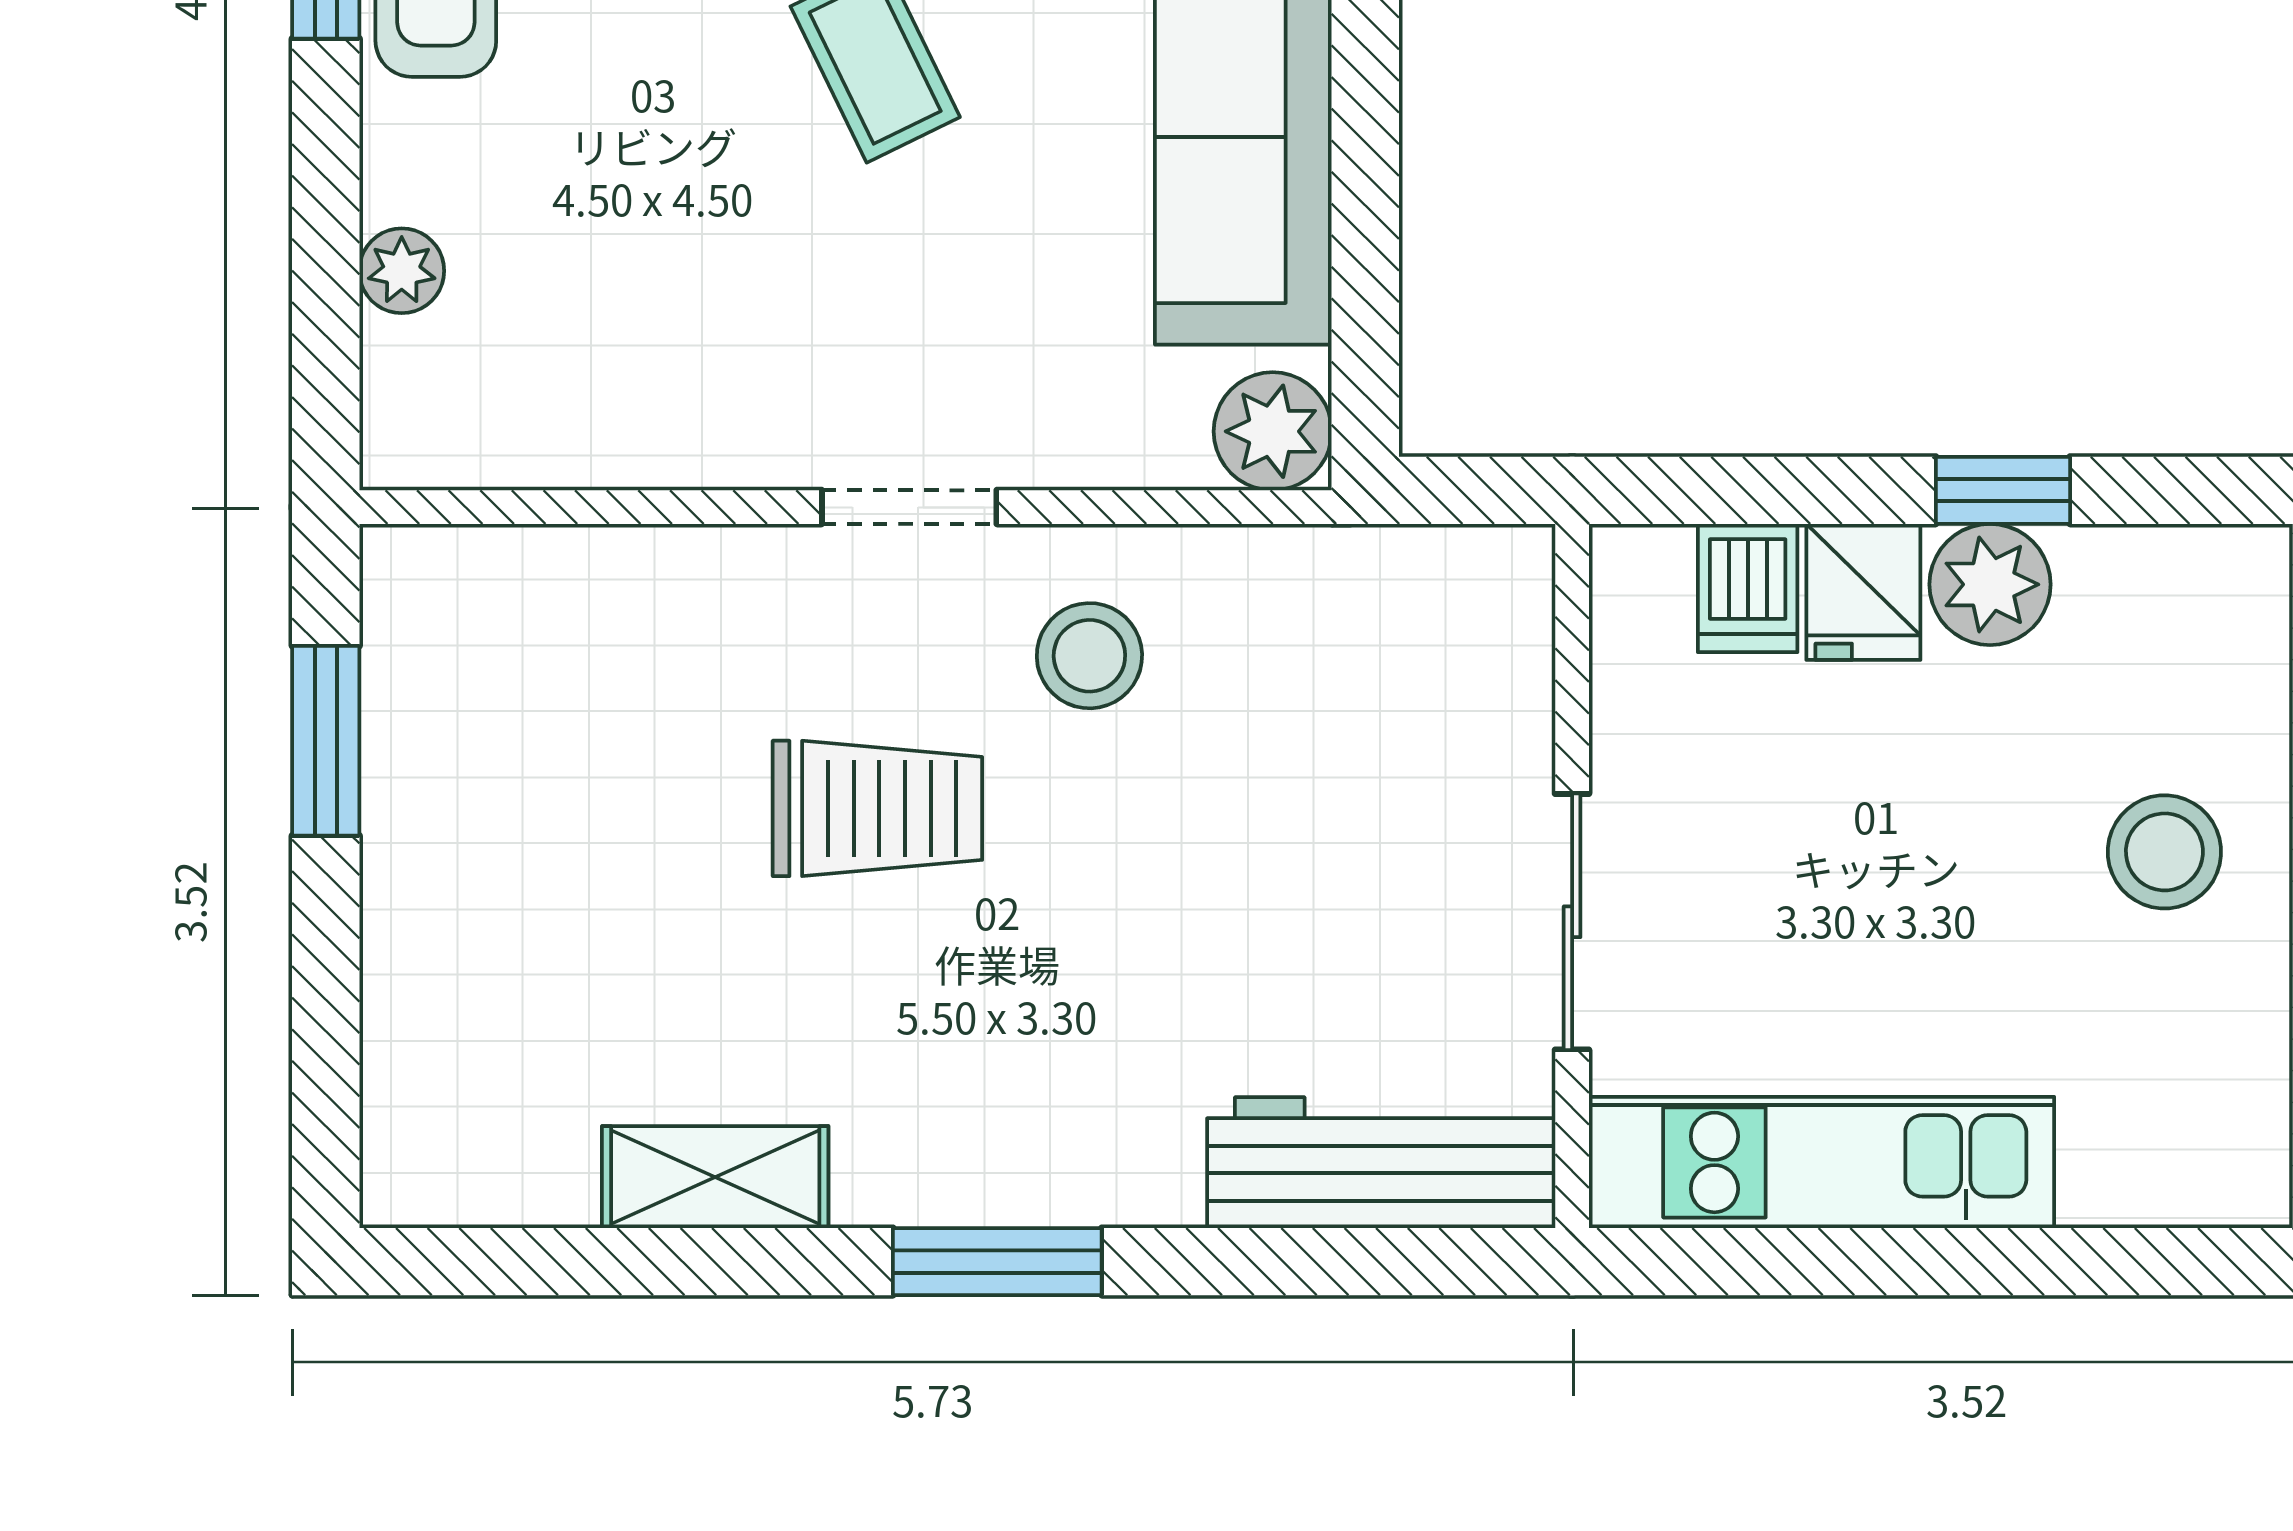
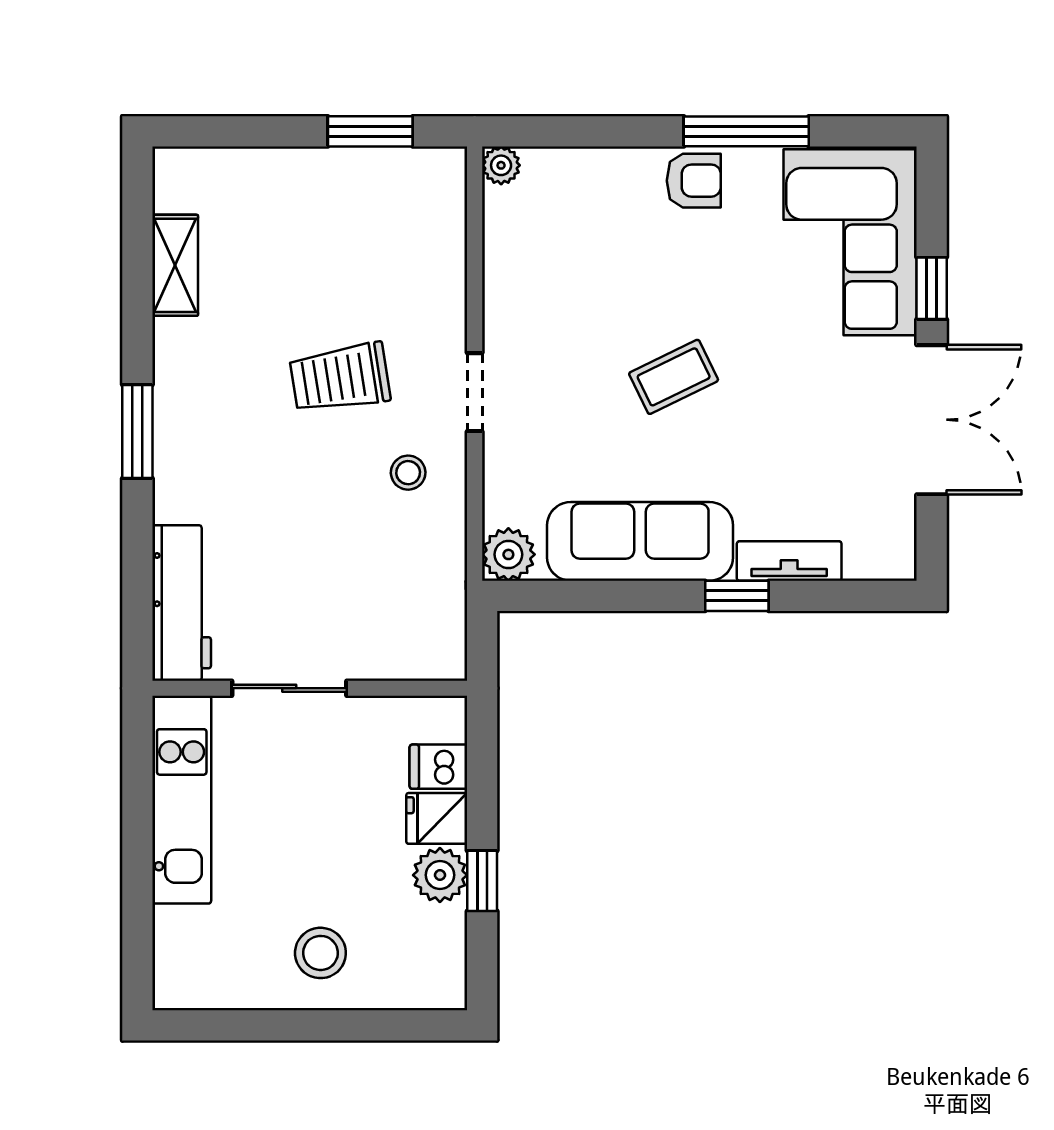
plant: (402, 271) -> (501, 165), moved
stool: (1089, 656) -> (408, 473), width x0.73, depth x0.73
trolley: (877, 808) -> (340, 378), turned 81
shelving: (715, 1177) -> (175, 265), moved

